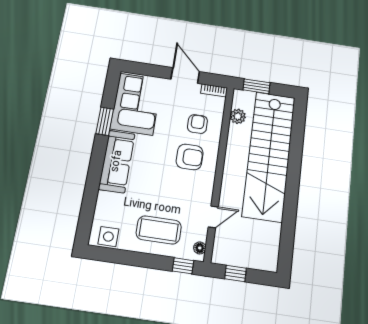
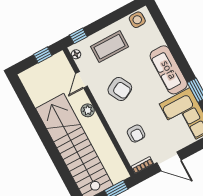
plant: (238, 116) -> (88, 110), moved
armchair: (190, 157) -> (120, 89), moved, turned -118

